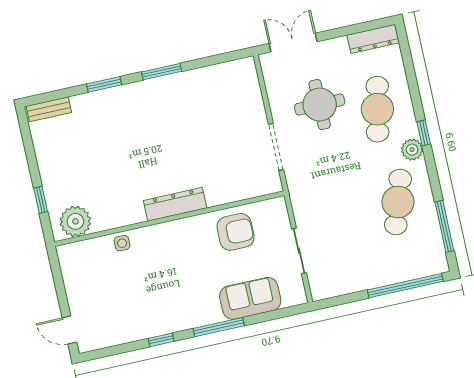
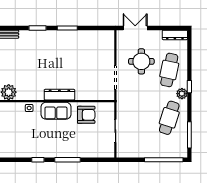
sofa: (250, 298) -> (56, 111), moved, turned 180

